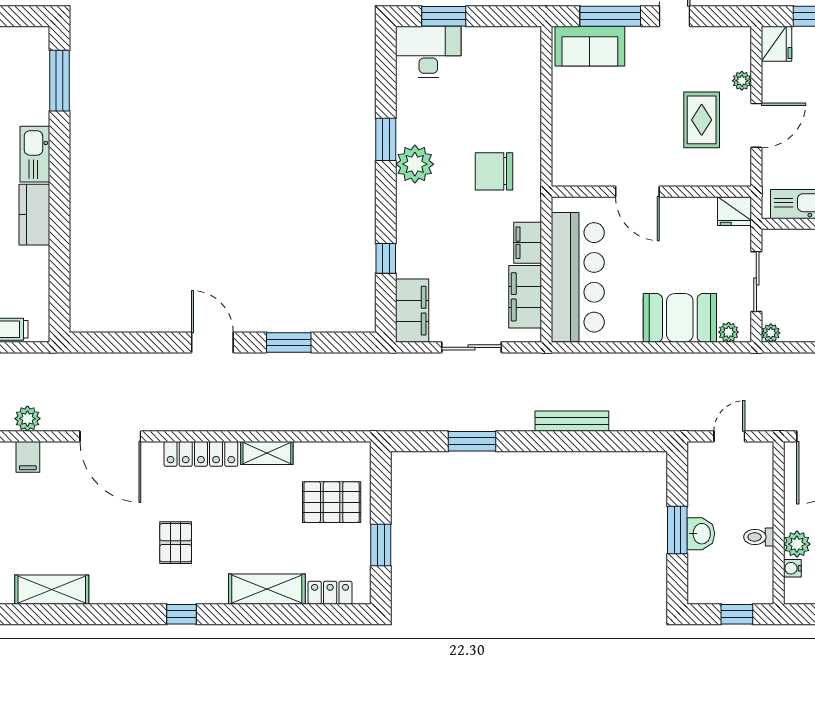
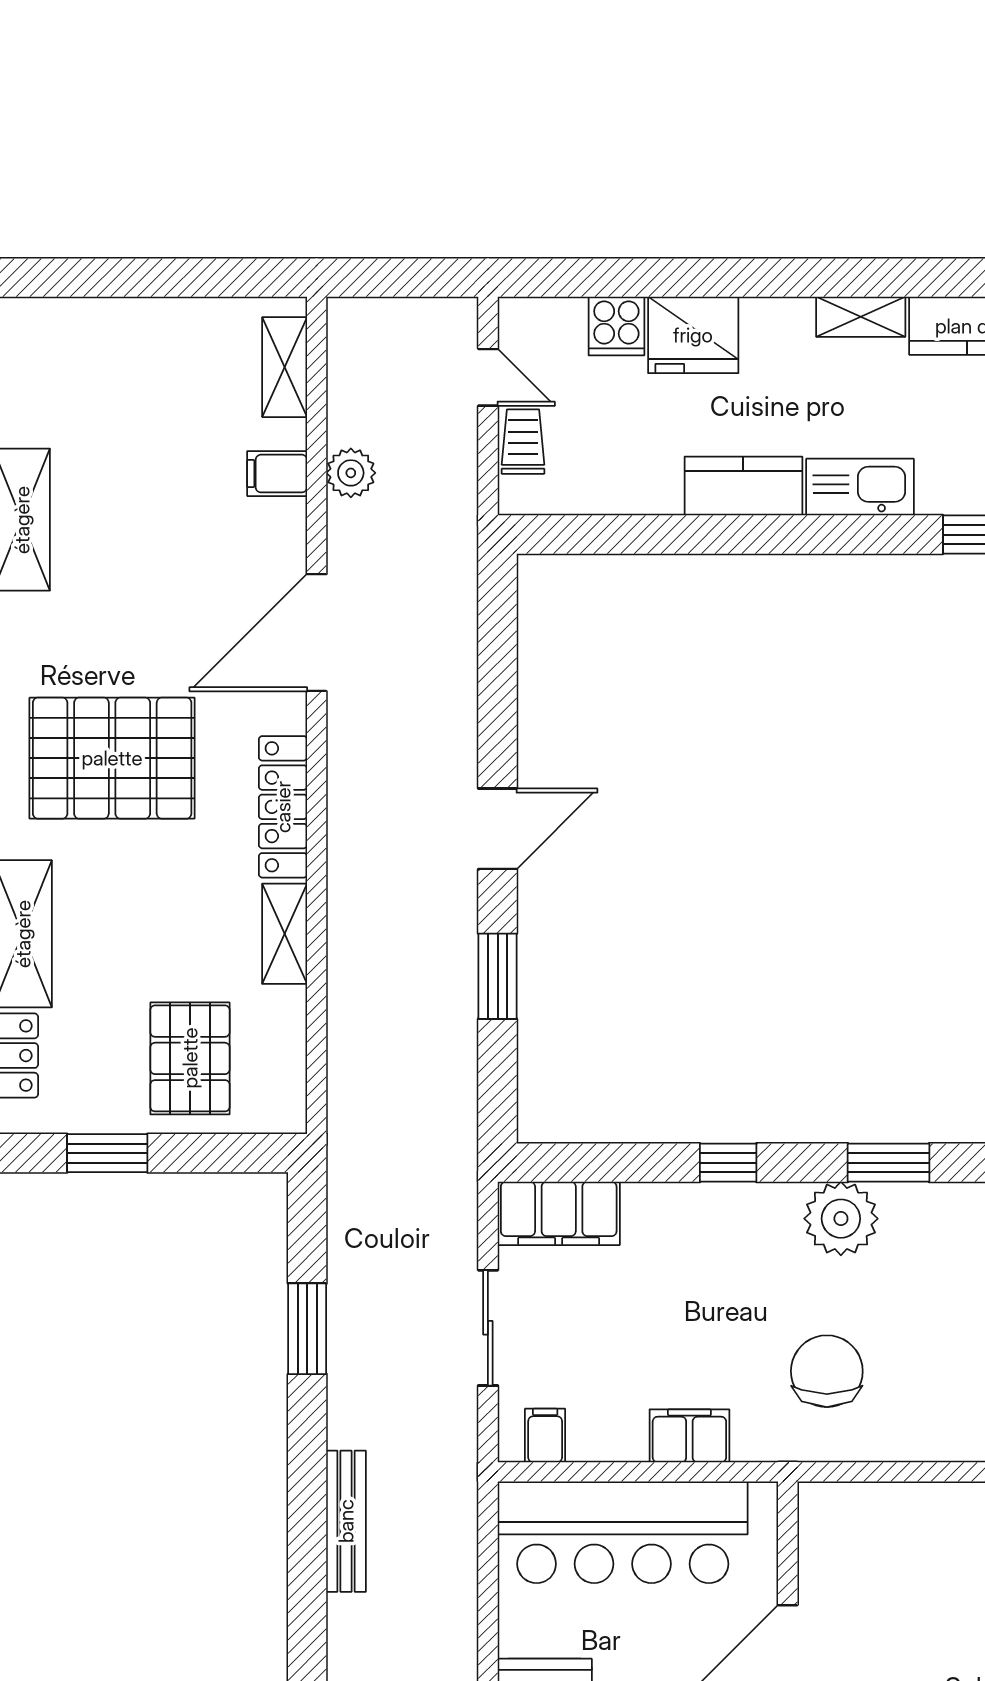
window: (386, 258) -> (728, 1163), moved
filing cabinet: (525, 297) -> (545, 1436), width x0.33, depth x0.86
pallet: (176, 543) -> (112, 758), width x2.05, depth x2.00

